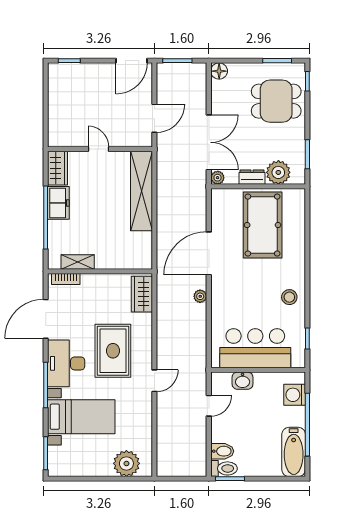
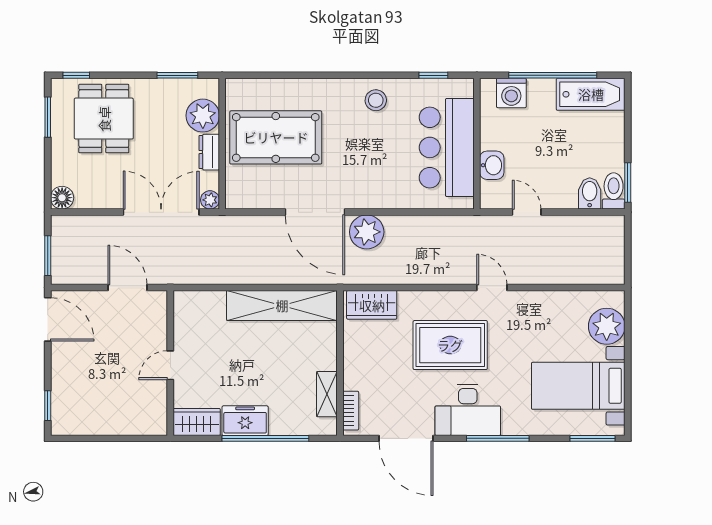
shelving: (141, 191) -> (282, 305), moved
plant: (200, 296) -> (367, 232), width x1.88, depth x1.88
bed with nightstands: (81, 417) -> (578, 386), moved, turned -90

